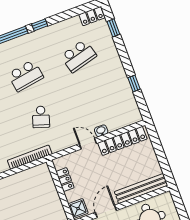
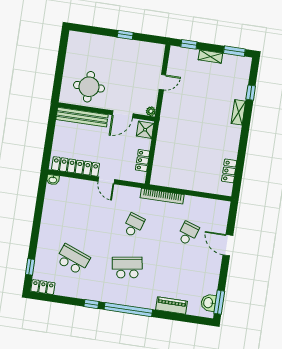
school desk: (79, 56) -> (73, 259), turned 36
window: (134, 83) -> (39, 210), removed
washbasin: (101, 131) -> (53, 180), moved

